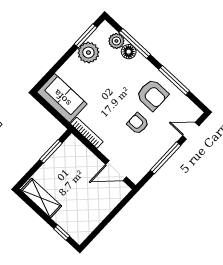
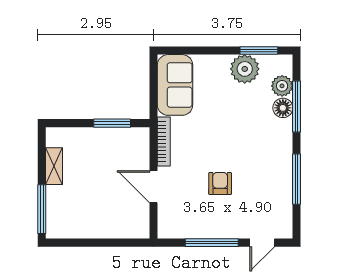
armchair: (152, 95) -> (262, 171), removed
door: (191, 131) -> (262, 243), swing flipped
door: (116, 171) -> (153, 187), moved
shelving: (41, 198) -> (54, 166), width x0.67, depth x0.75
window: (62, 233) -> (42, 209), width x2.17

